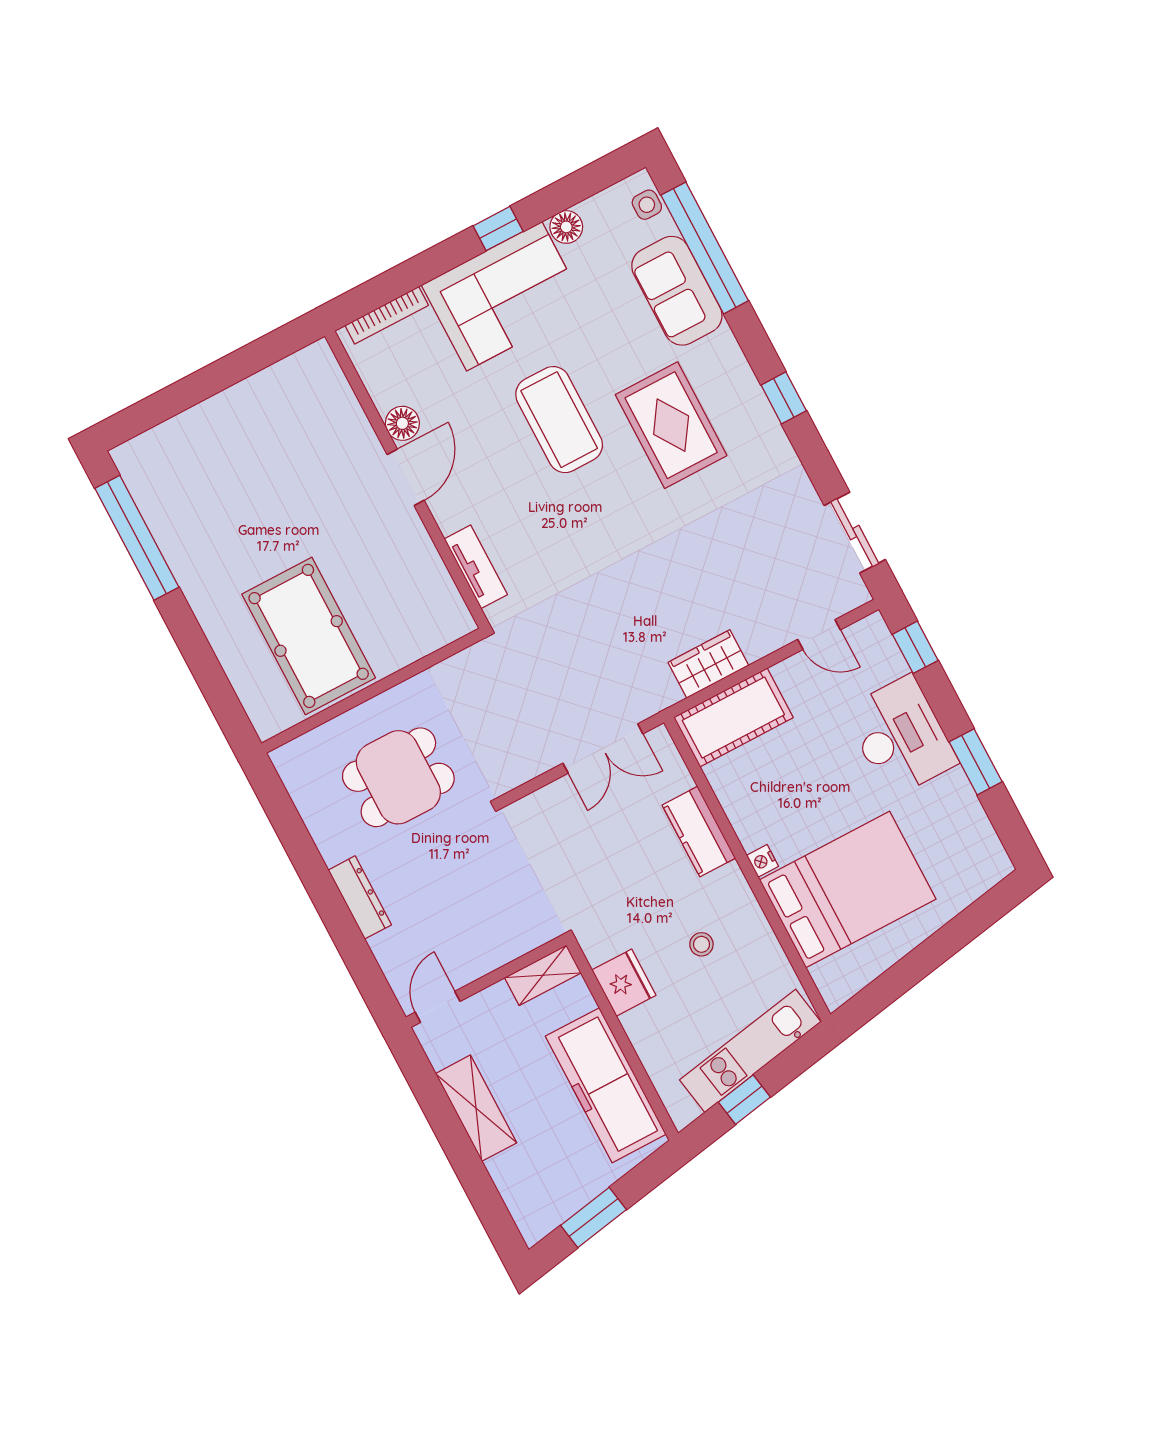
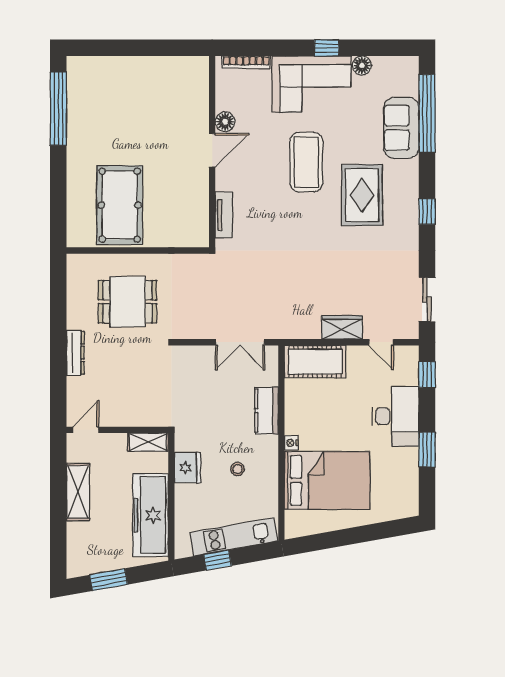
side table: (647, 205) -> (409, 76), removed
wardrobe: (708, 664) -> (342, 327), moved

